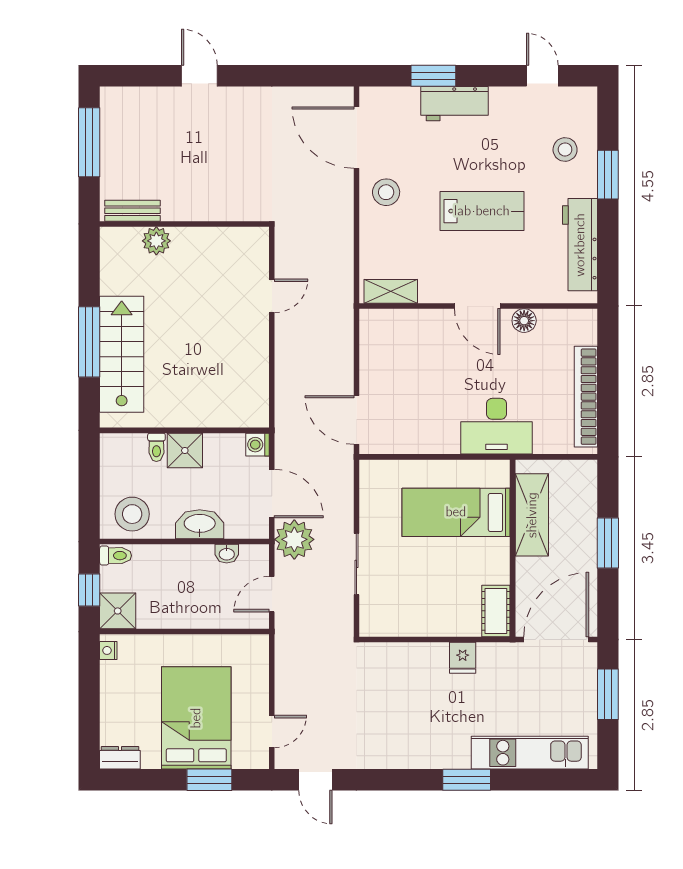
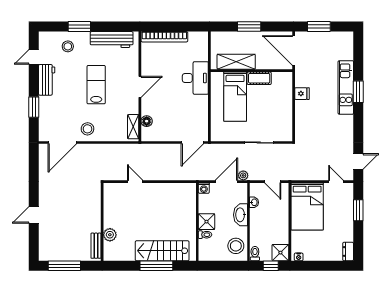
workbench: (455, 104) -> (47, 80), moved
floor lamp: (524, 321) -> (147, 121), moved
bookcase: (586, 397) -> (164, 37), moved
plant: (294, 539) -> (243, 175), width x0.53, depth x0.53
cot: (496, 611) -> (259, 78), moved
bed: (196, 718) -> (307, 206), moved, turned -90
kitchen unit: (530, 753) -> (346, 87), moved

